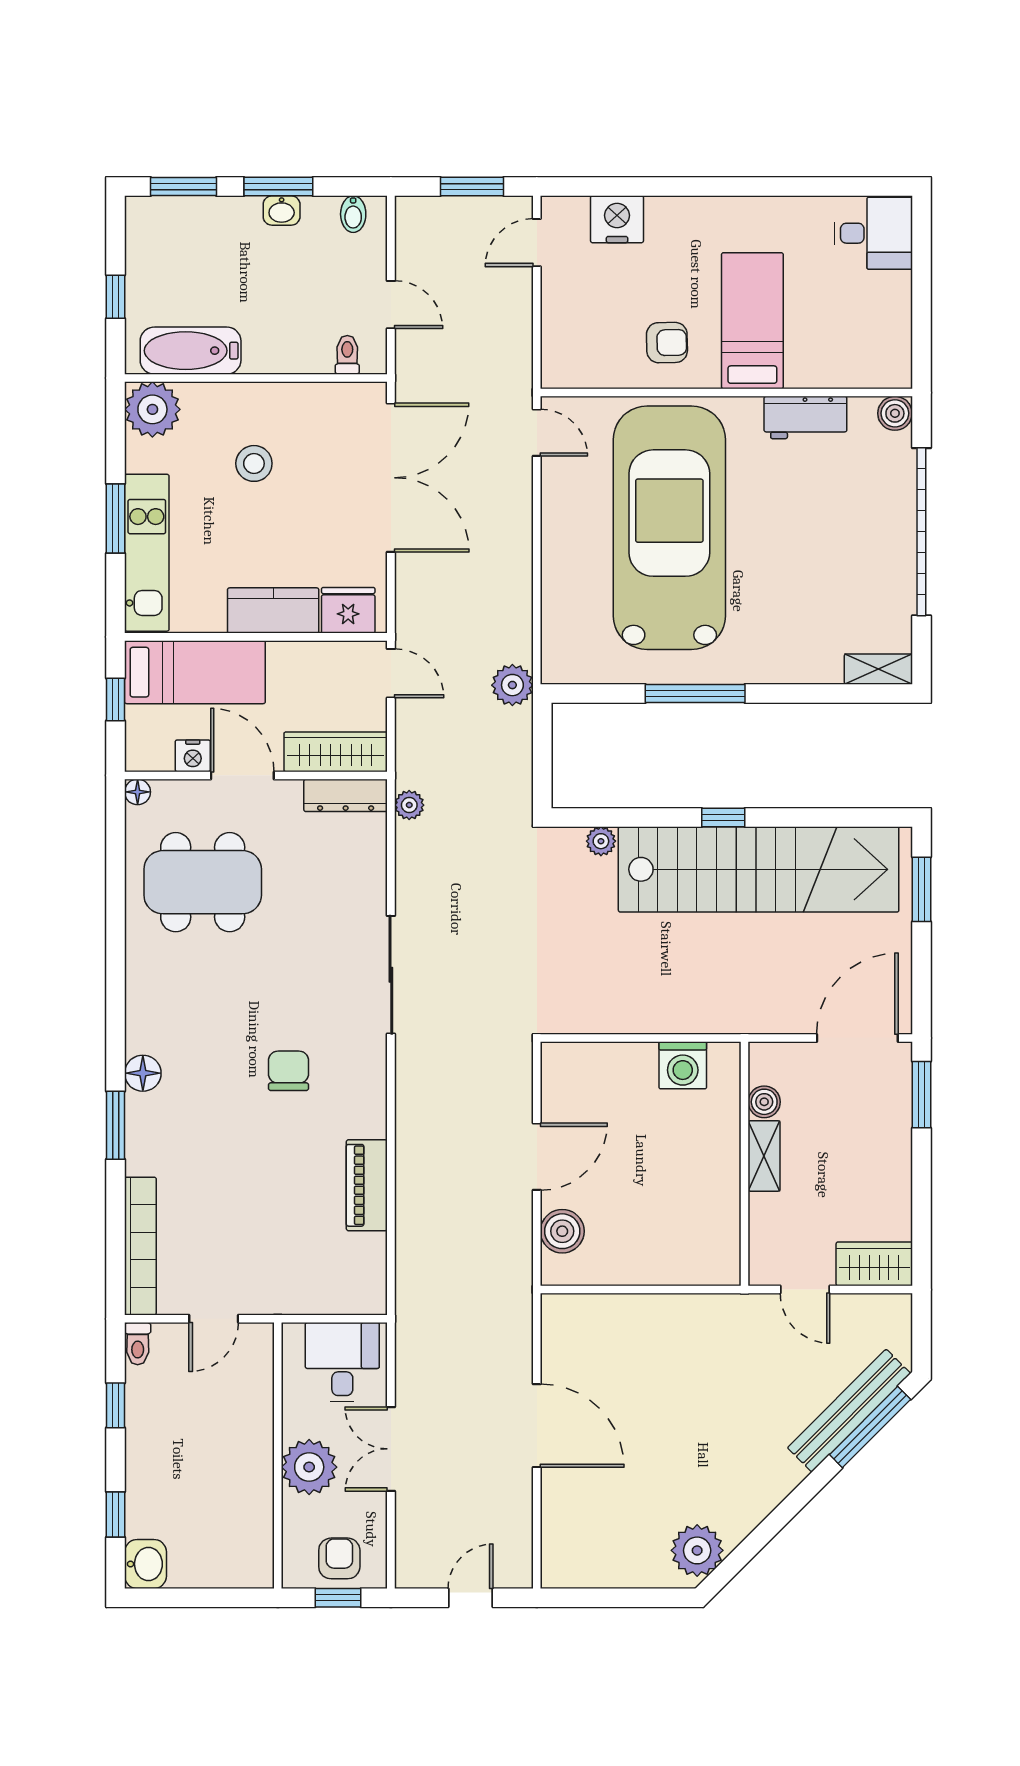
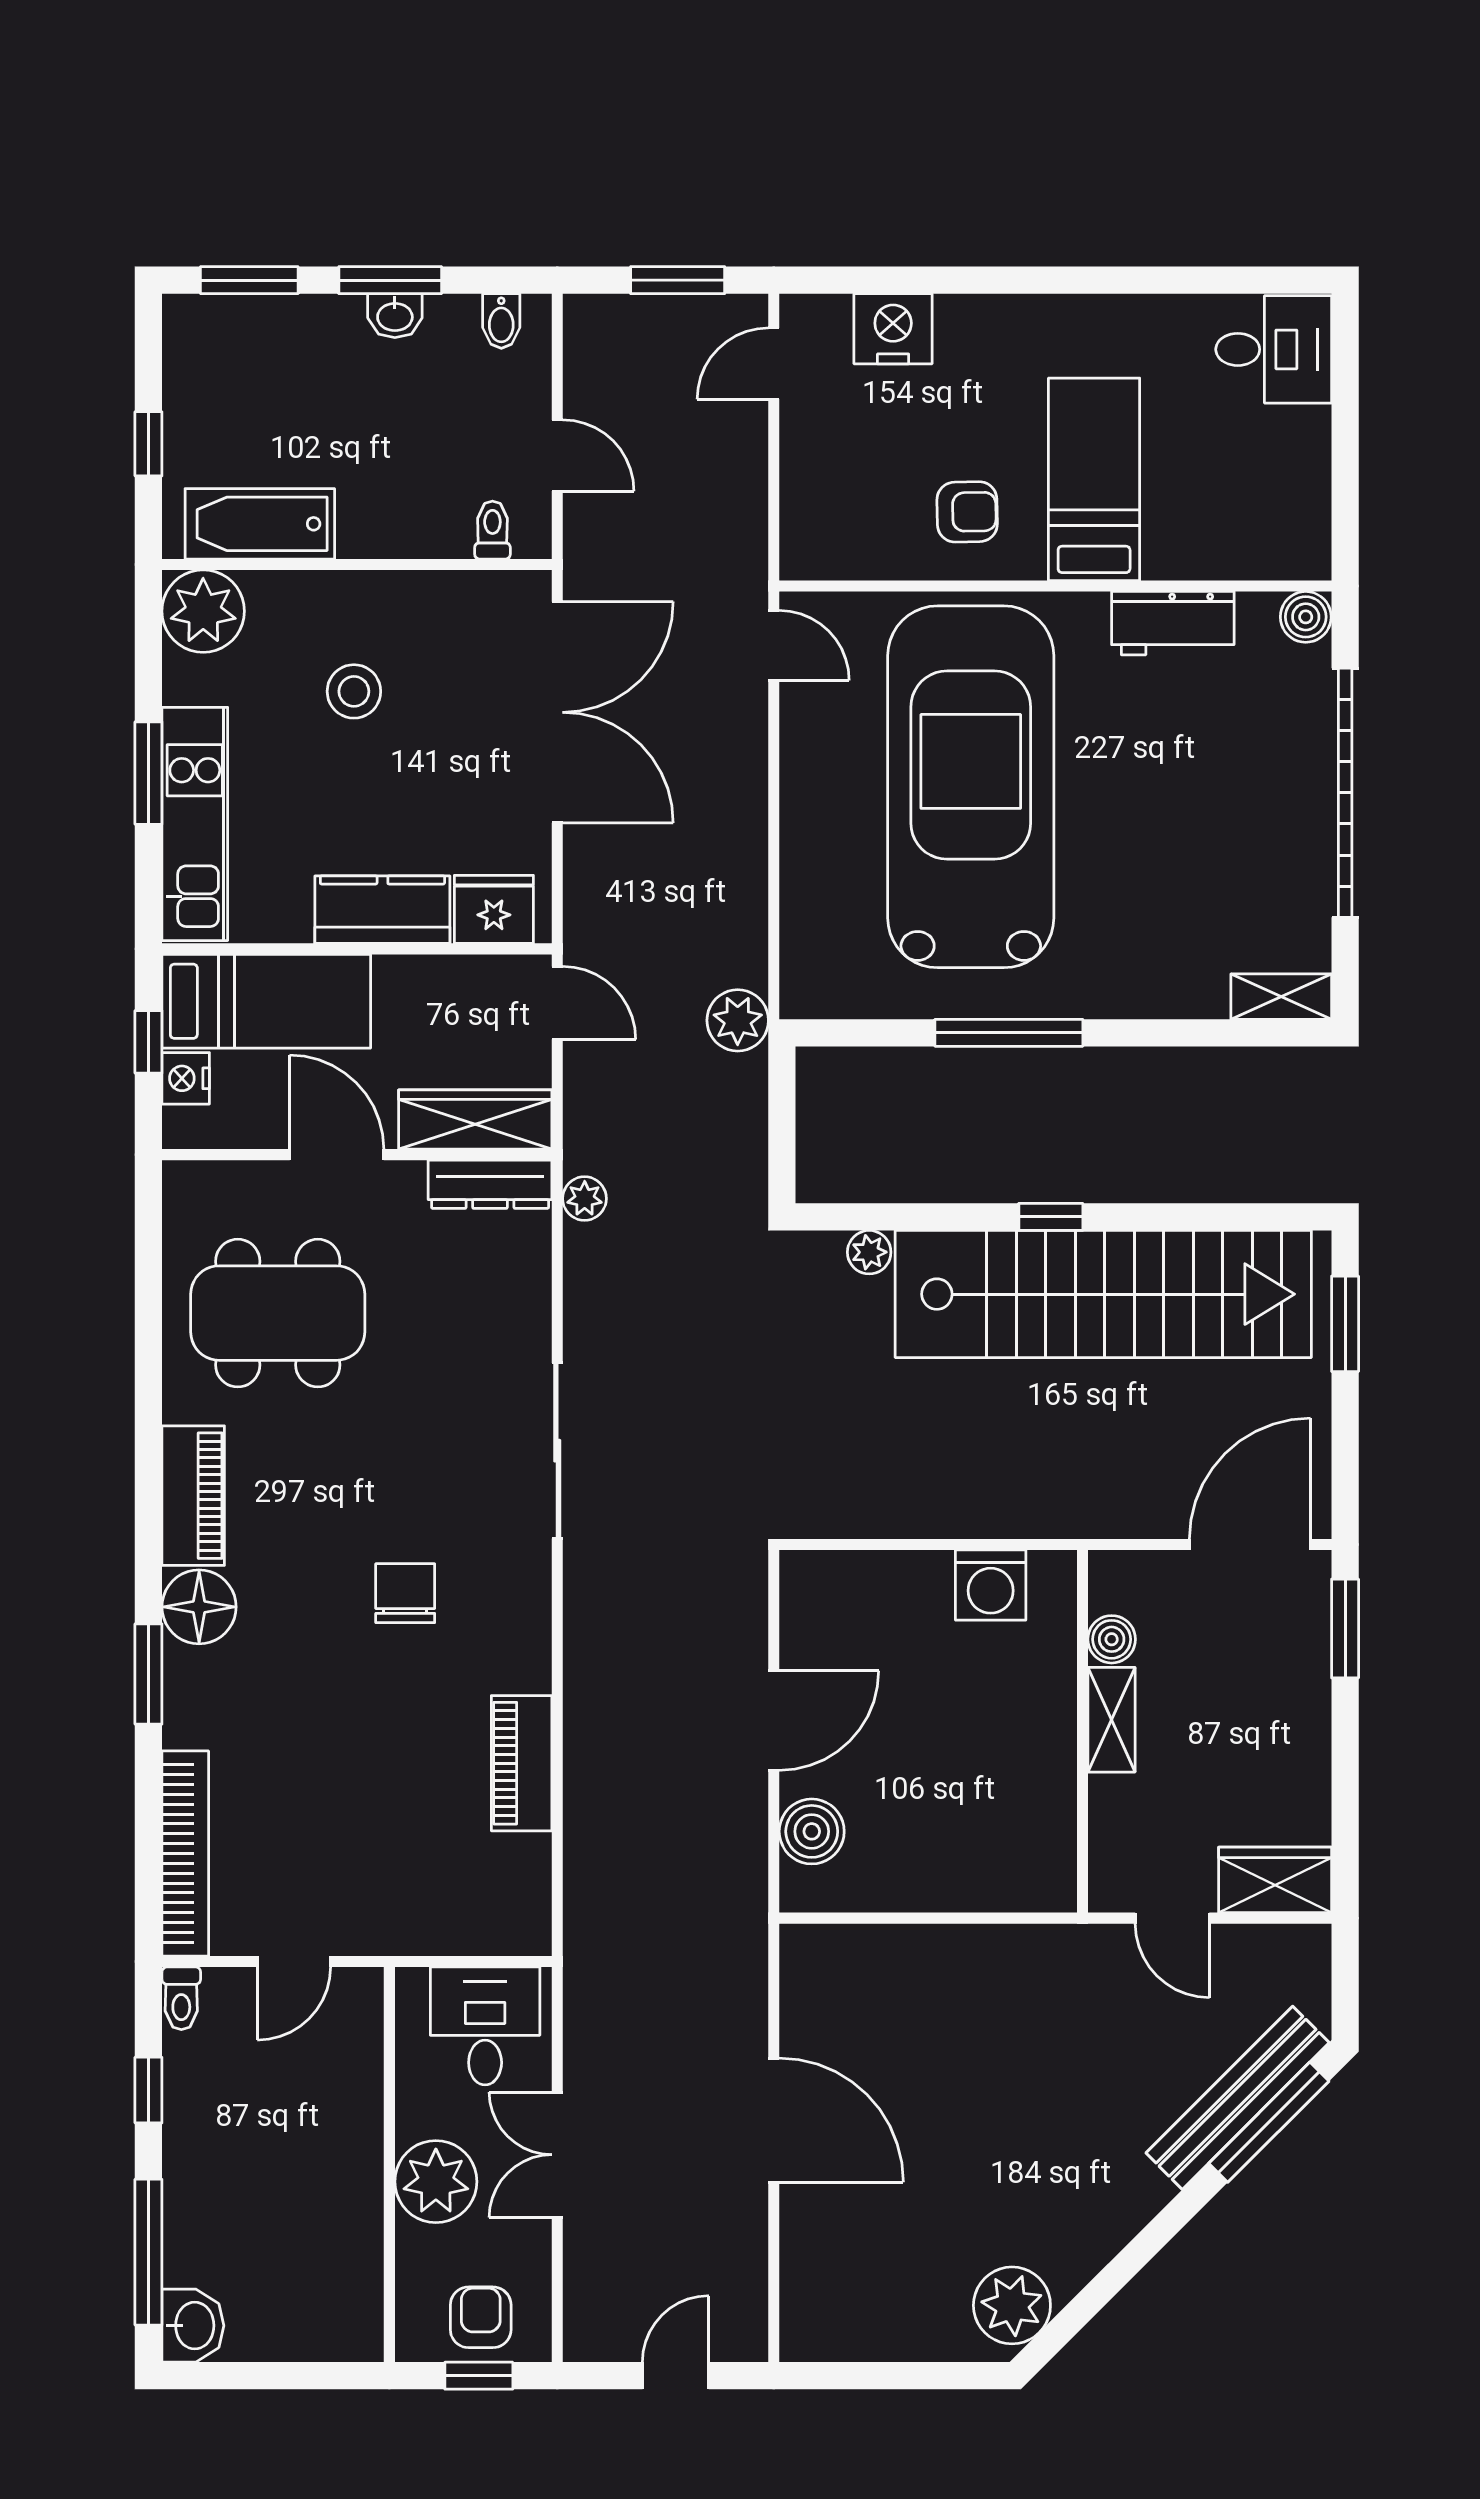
nightstand: (193, 756) -> (186, 1078), moved, turned 90
floor lamp: (138, 792) -> (181, 1179), removed
piano: (146, 1005) -> (193, 1496), added
floor lamp: (143, 1073) -> (199, 1607), width x1.38, depth x1.38
window: (116, 1515) -> (148, 2252), width x2.17

